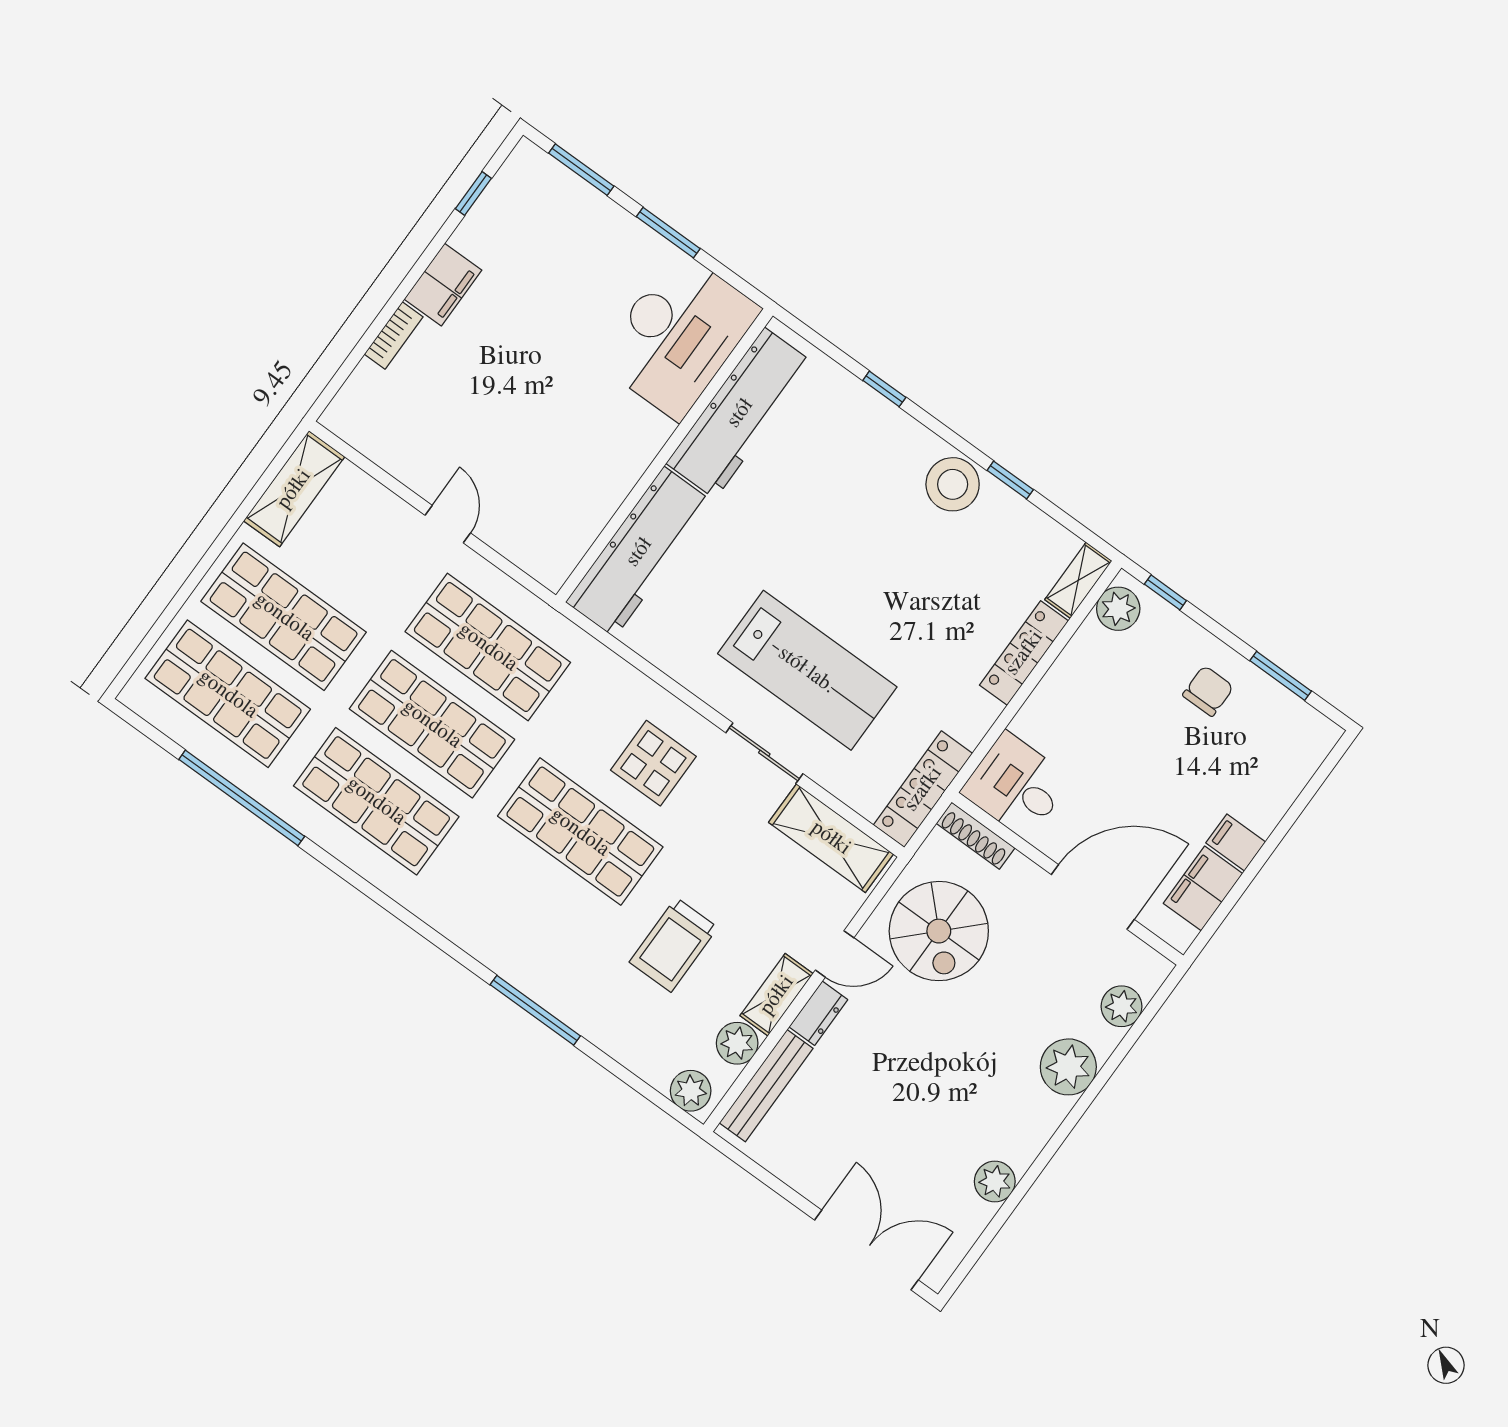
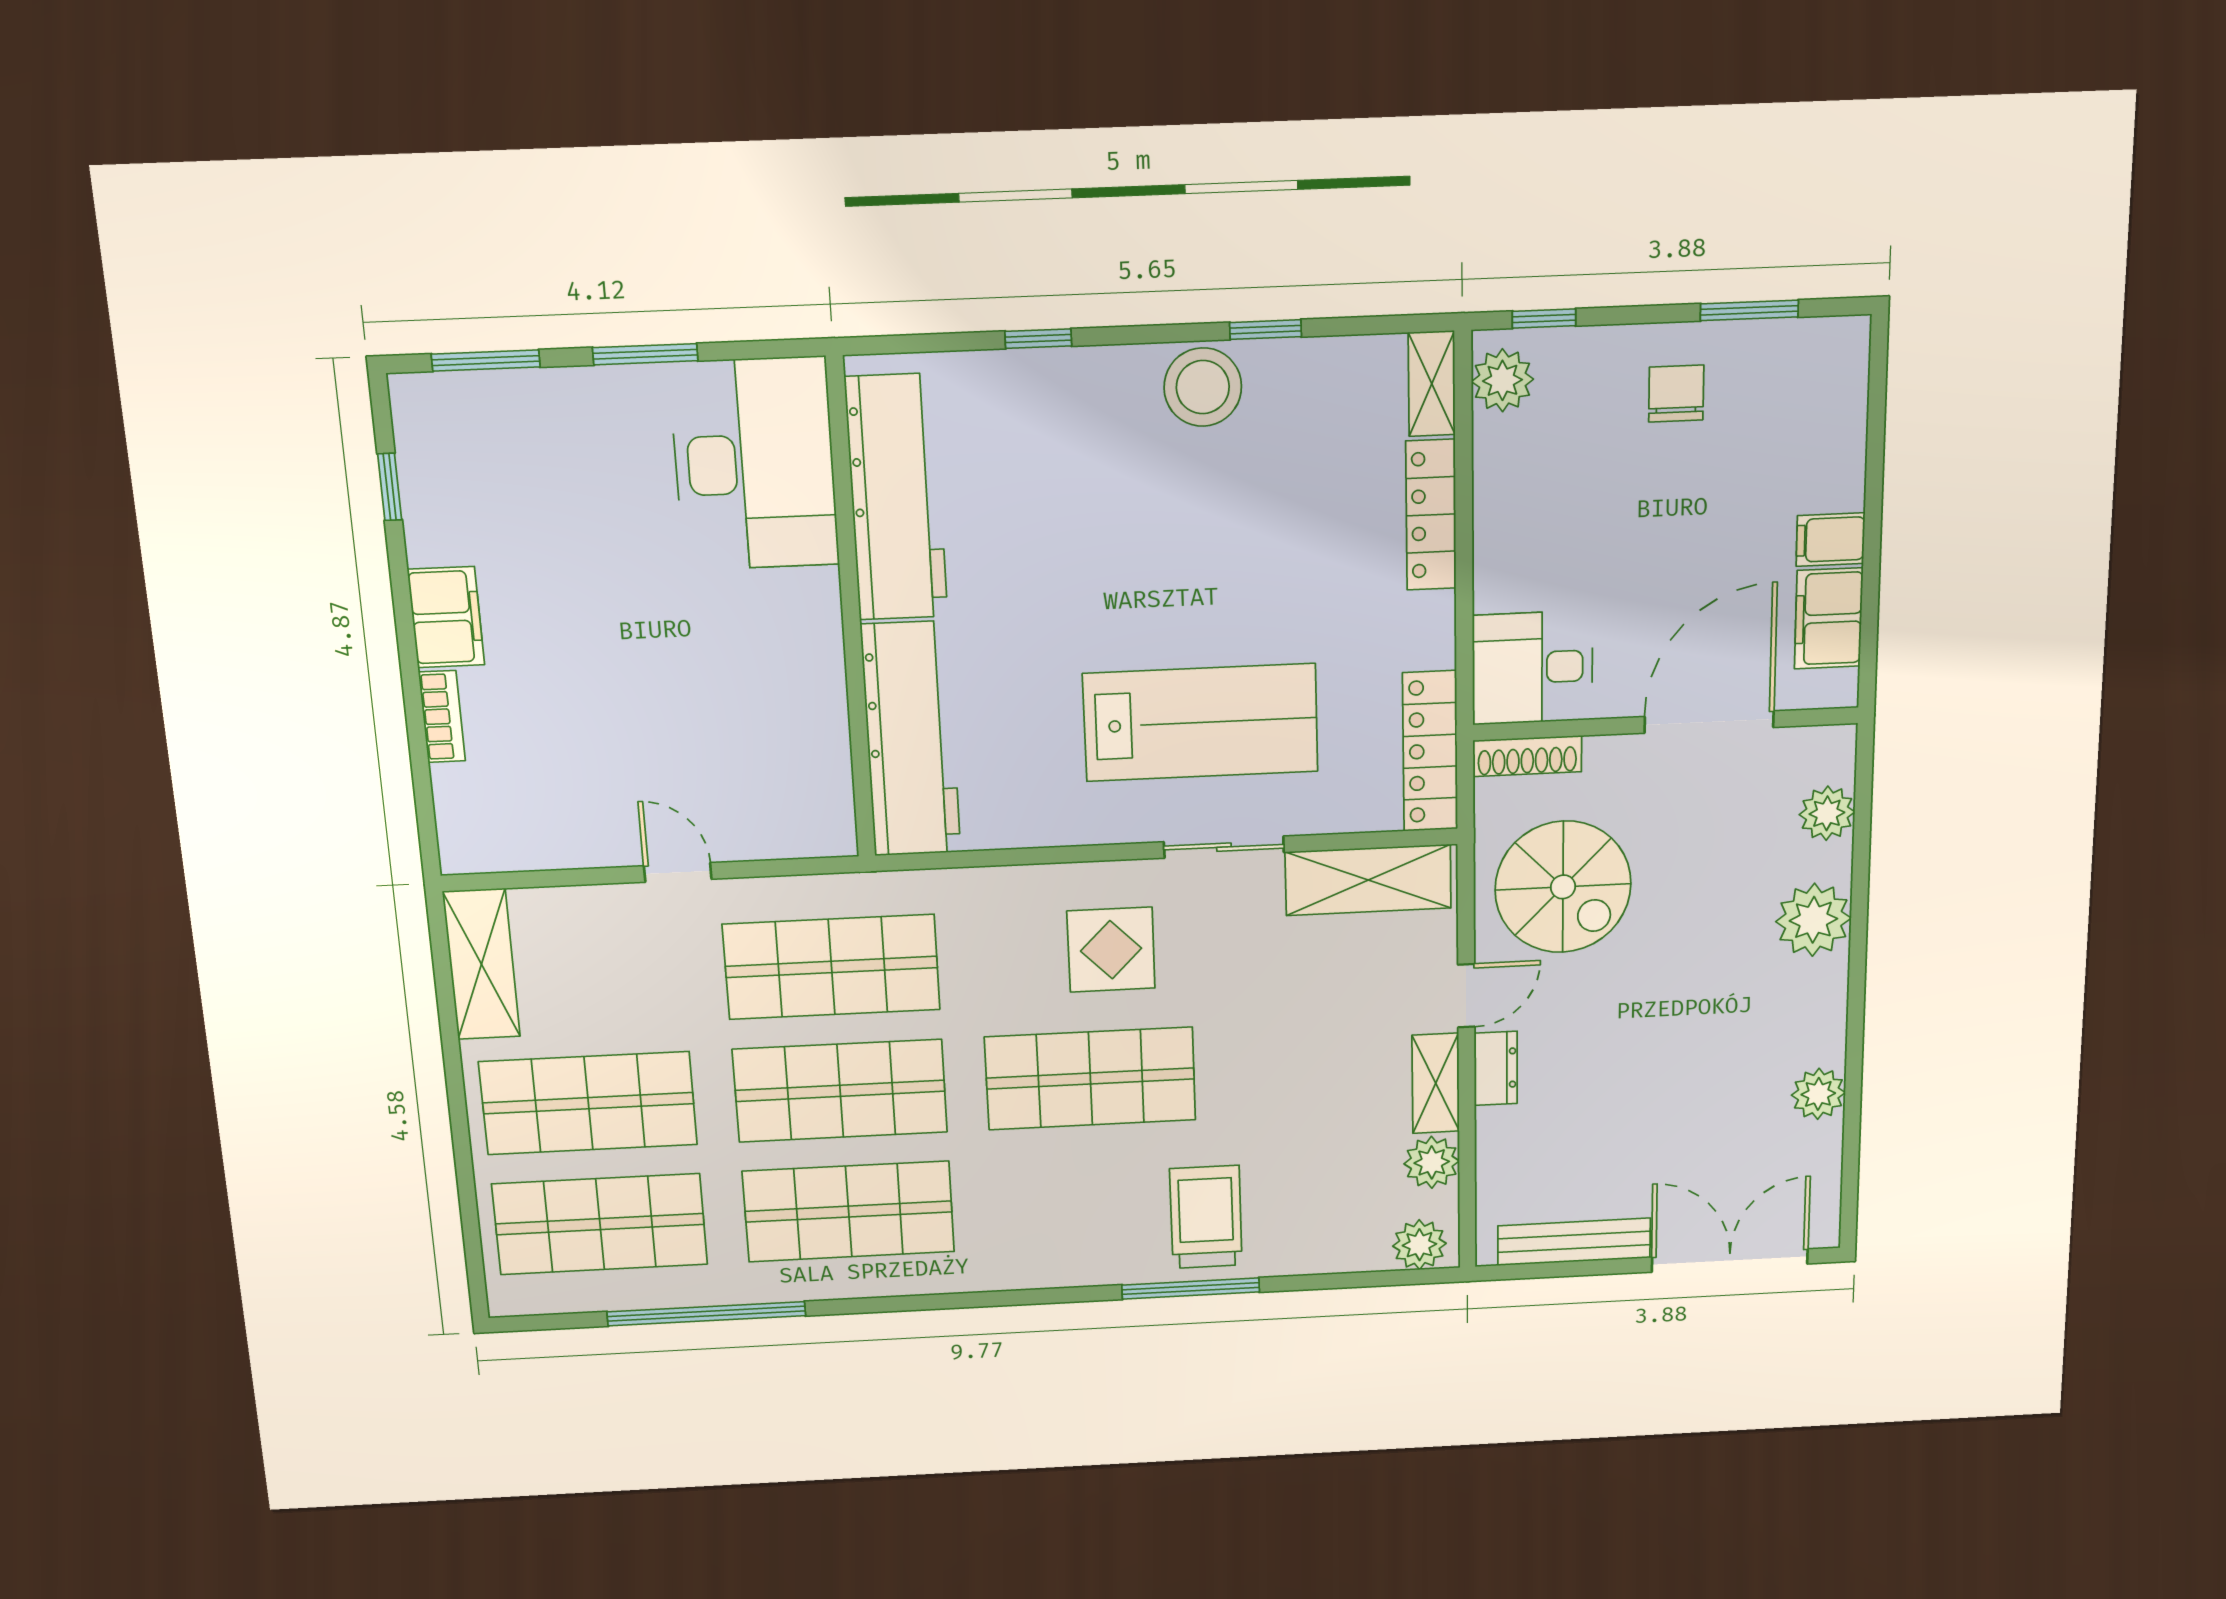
trolley: (674, 945) -> (1206, 1217), moved, turned 180
bench: (766, 1086) -> (1574, 1242), moved, turned 90

